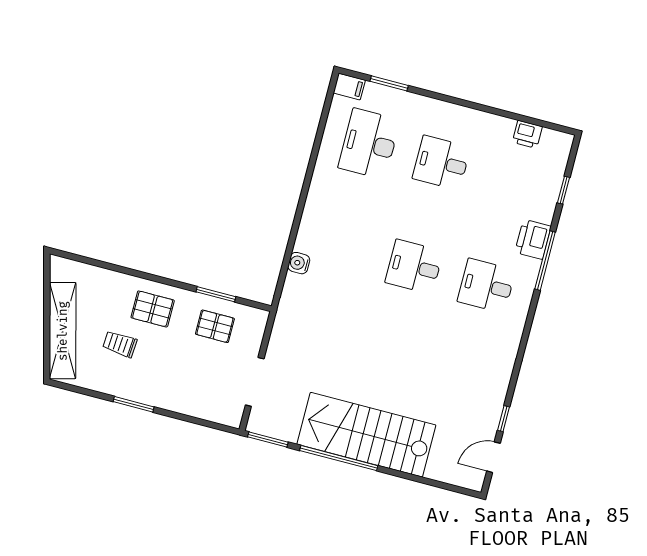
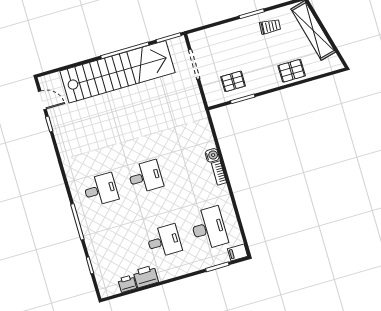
bookcase: (310, 212) -> (219, 173), added
printer: (533, 239) -> (146, 276), moved, turned -90
water cooler: (299, 263) -> (212, 155), moved
pallet: (153, 309) -> (292, 71), moved
trolley: (120, 344) -> (270, 27), moved
stairs: (366, 435) -> (117, 72), width x1.36
door: (493, 457) -> (42, 100), hinge flipped

